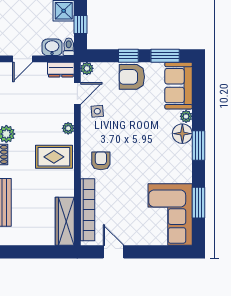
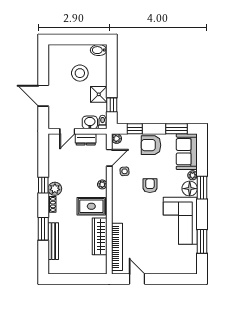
window: (128, 56) -> (135, 129), moved
dresser: (61, 70) -> (86, 139), moved
window: (199, 146) -> (202, 188), moved
armchair: (101, 161) -> (150, 186), moved
corner sofa: (170, 215) -> (180, 221), moved
wardrobe: (65, 221) -> (100, 236), moved

